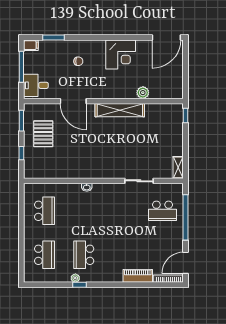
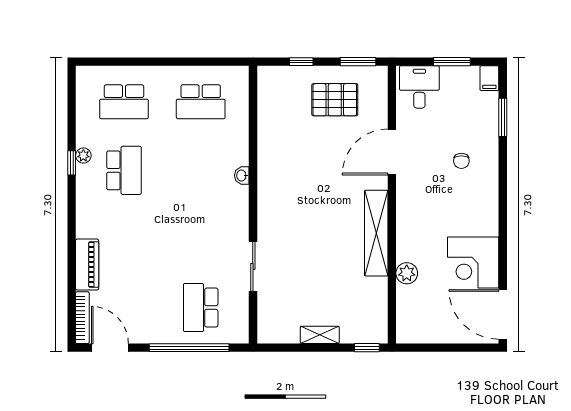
corner desk: (121, 55) -> (473, 262), moved
window: (21, 67) -> (452, 62), width x0.69
shelving: (178, 167) -> (320, 335), moved
school desk: (84, 255) -> (124, 170), turned 90

